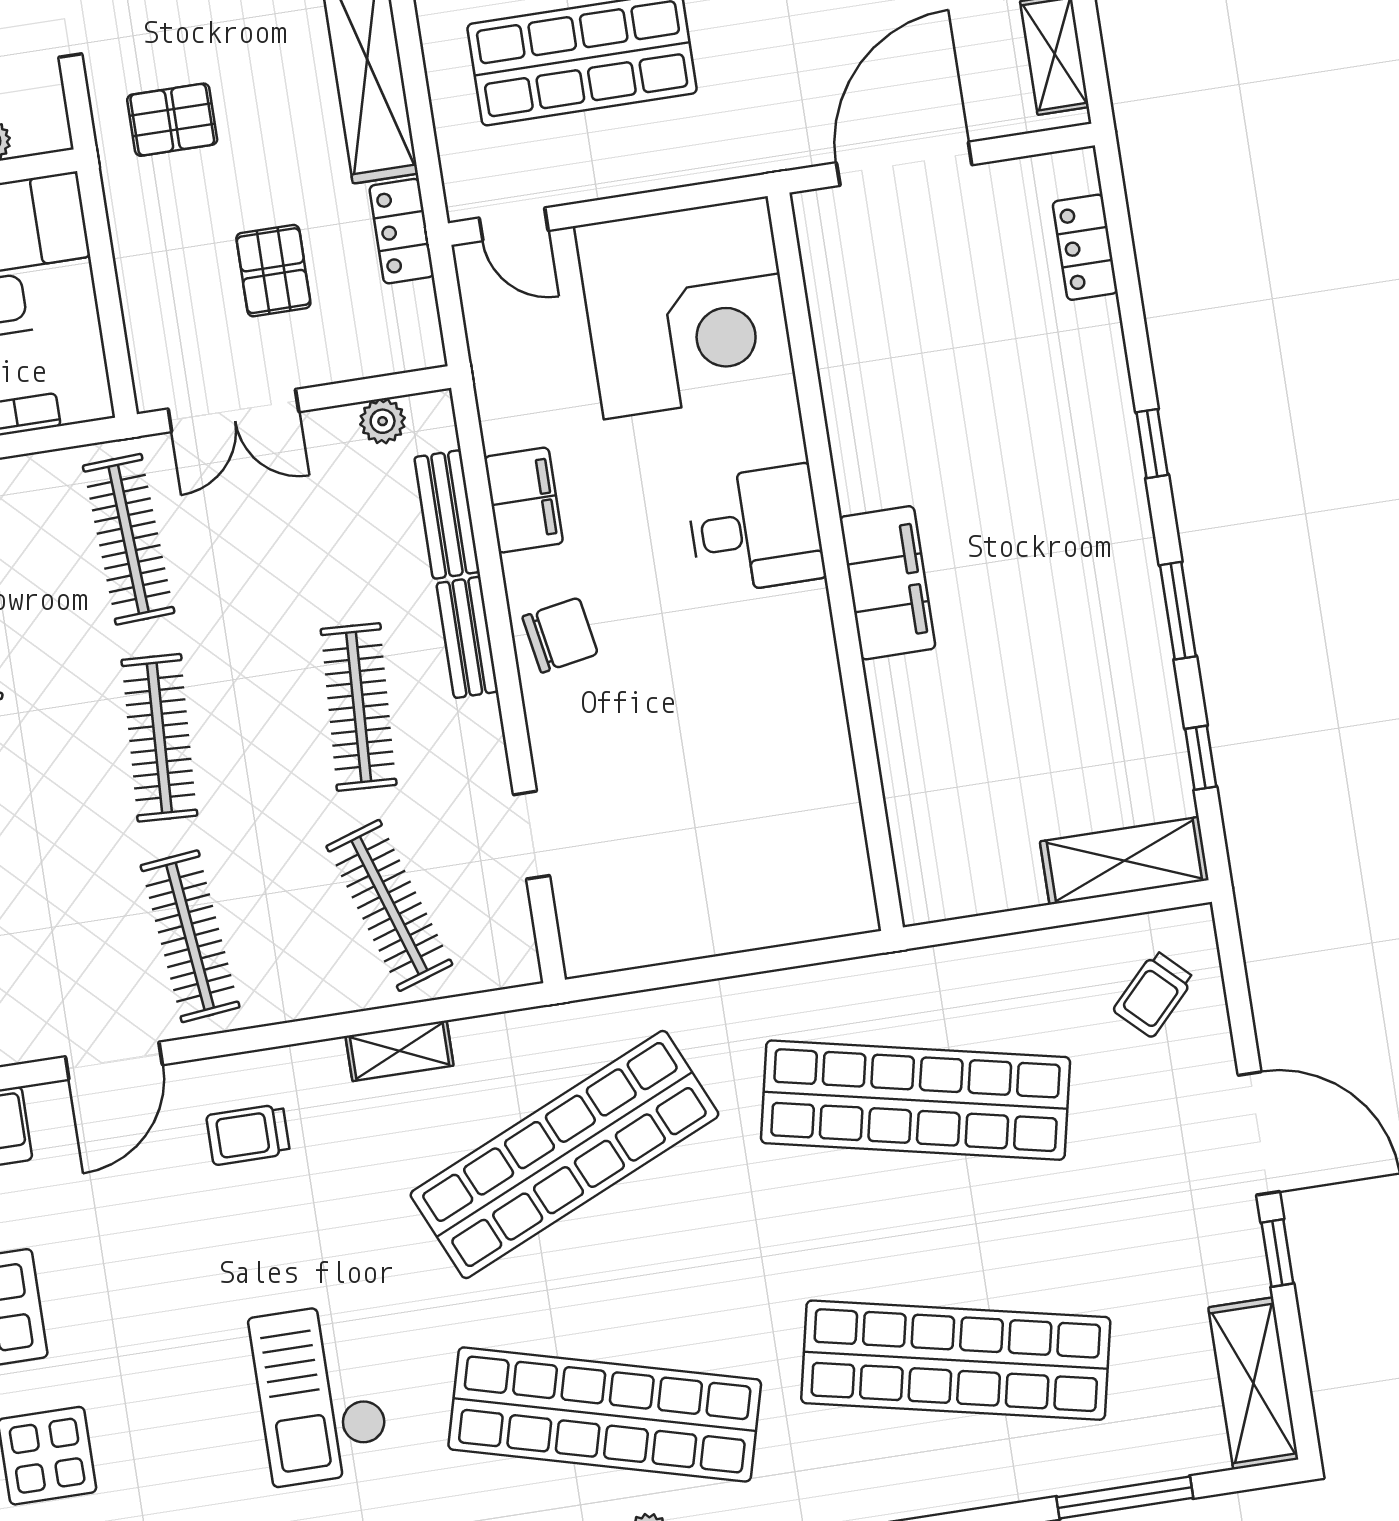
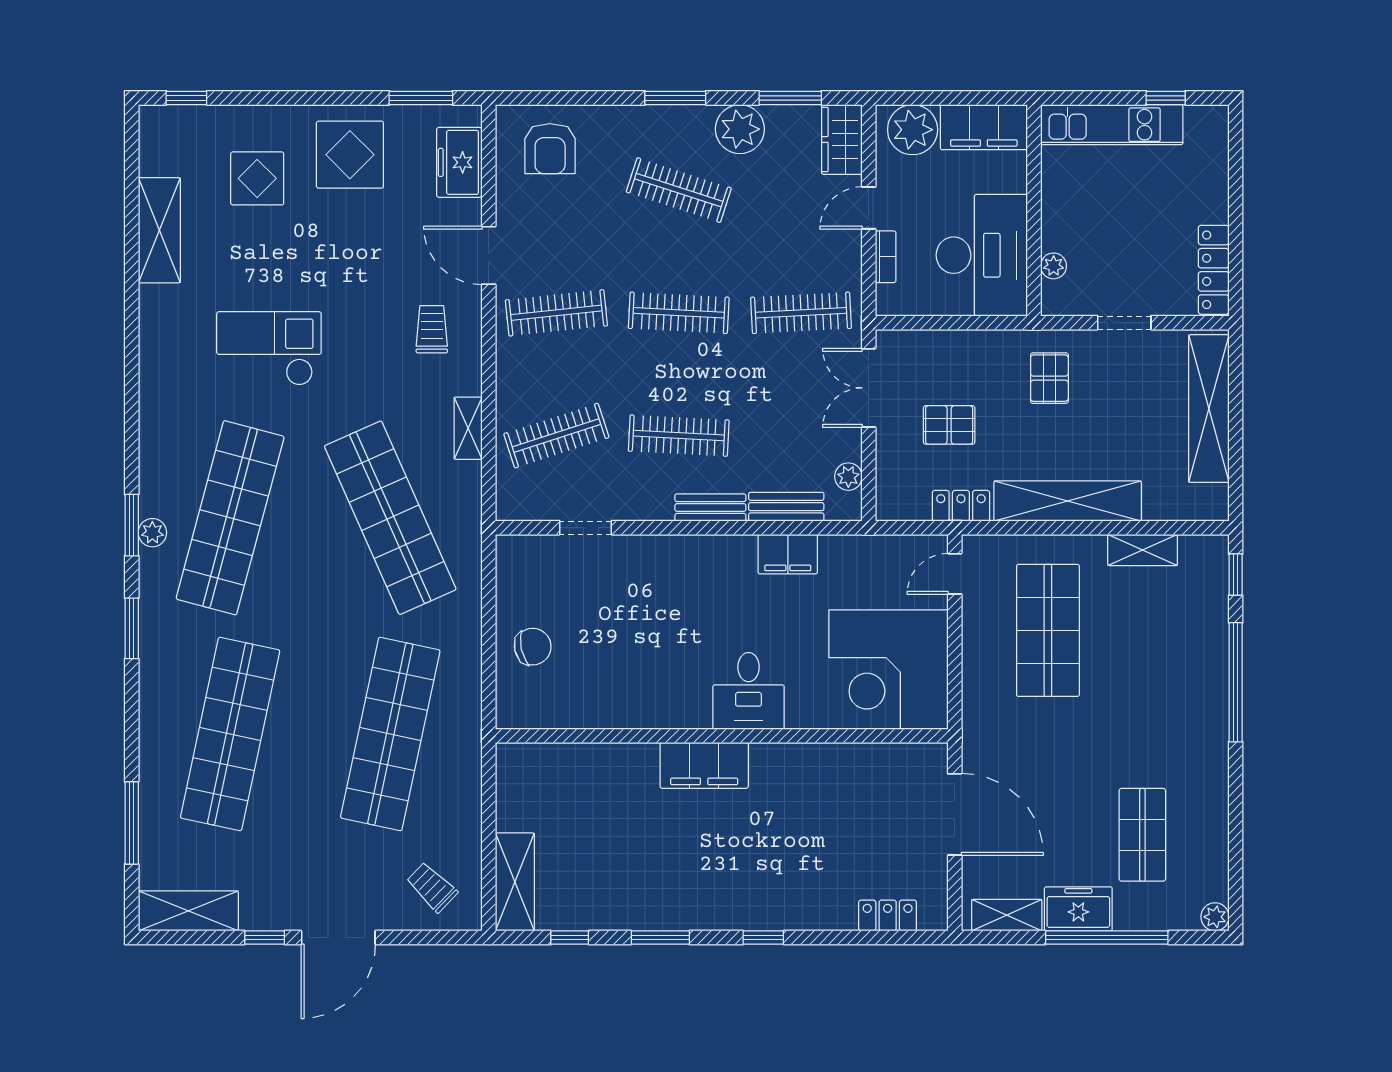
chair: (560, 635) -> (533, 647), moved, turned -92

